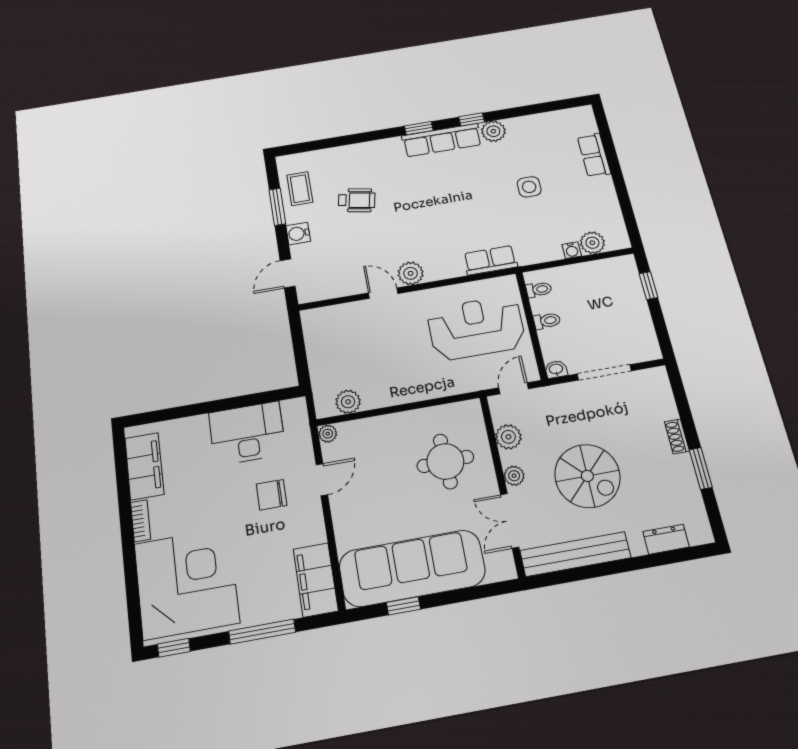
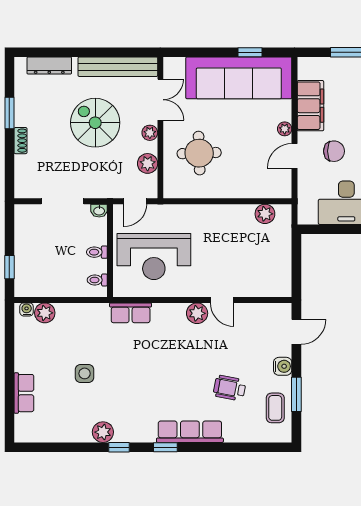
row of seats: (442, 140) -> (190, 432), moved
water cooler: (572, 250) -> (27, 309), moved
plant: (328, 434) -> (285, 129), moved
dresser: (666, 539) -> (49, 66), width x1.44
filing cabinet: (316, 580) -> (310, 106), moved

